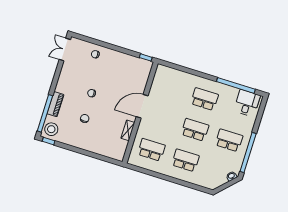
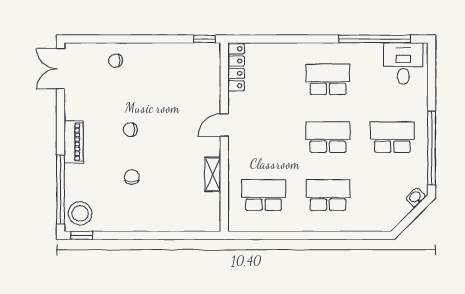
locker: (158, 78) -> (236, 67), added
piano: (55, 104) -> (74, 142), moved
door: (142, 106) -> (224, 125), width x0.53

